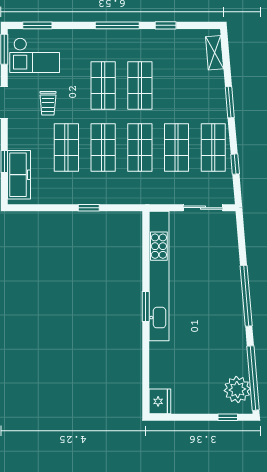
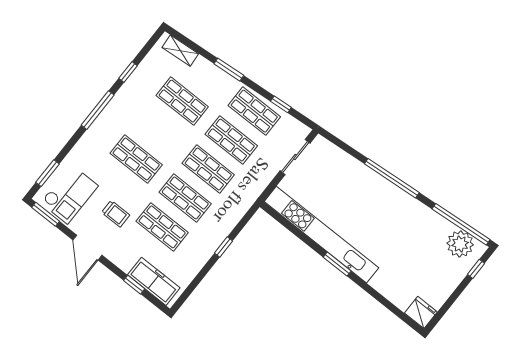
shop shelf: (140, 85) -> (182, 101), moved

